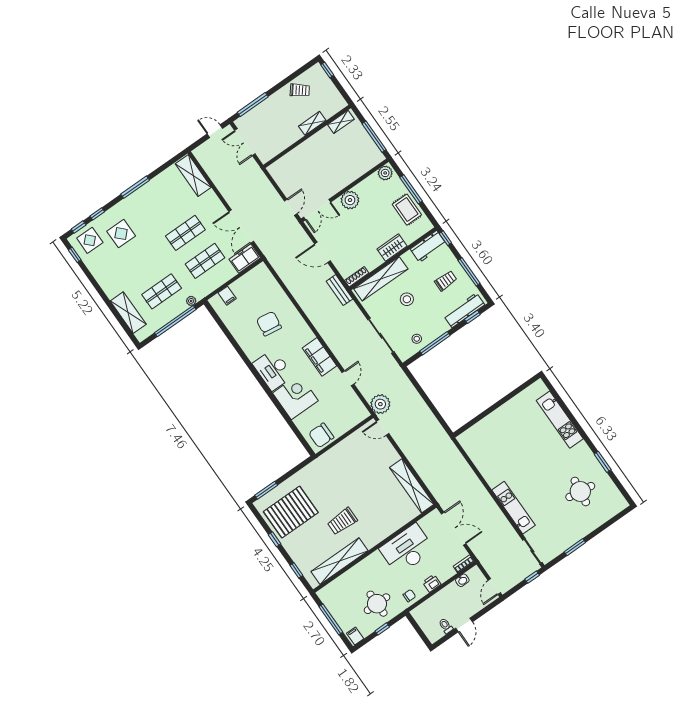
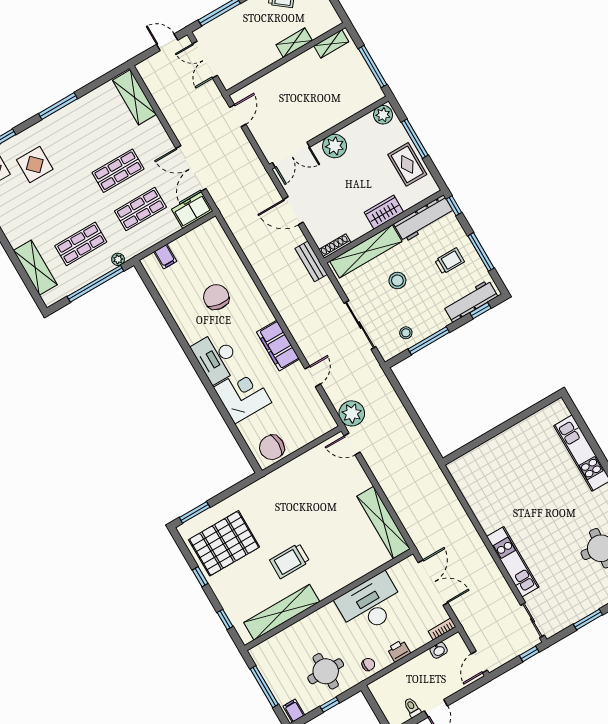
door: (291, 207) -> (238, 116), moved
workbench: (428, 246) -> (424, 219), width x1.38

